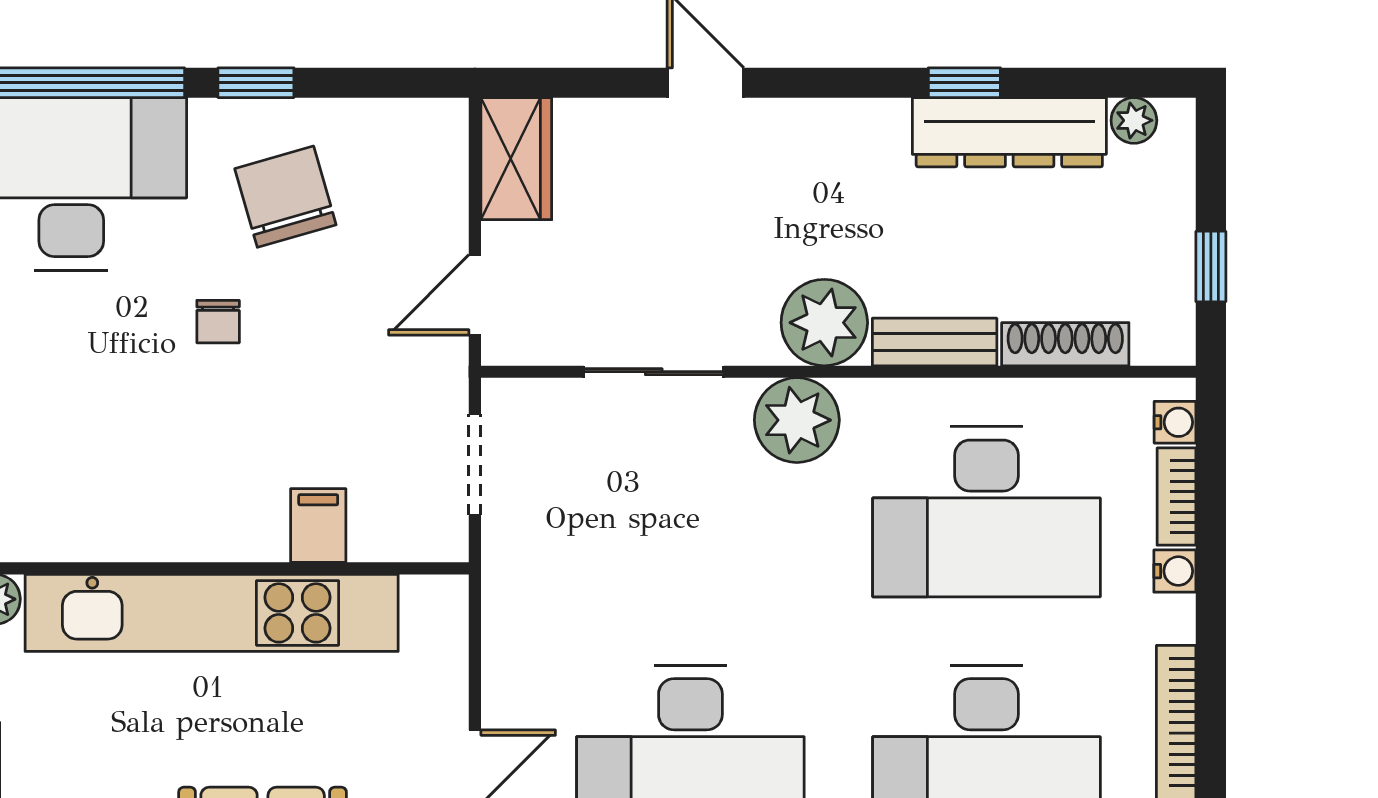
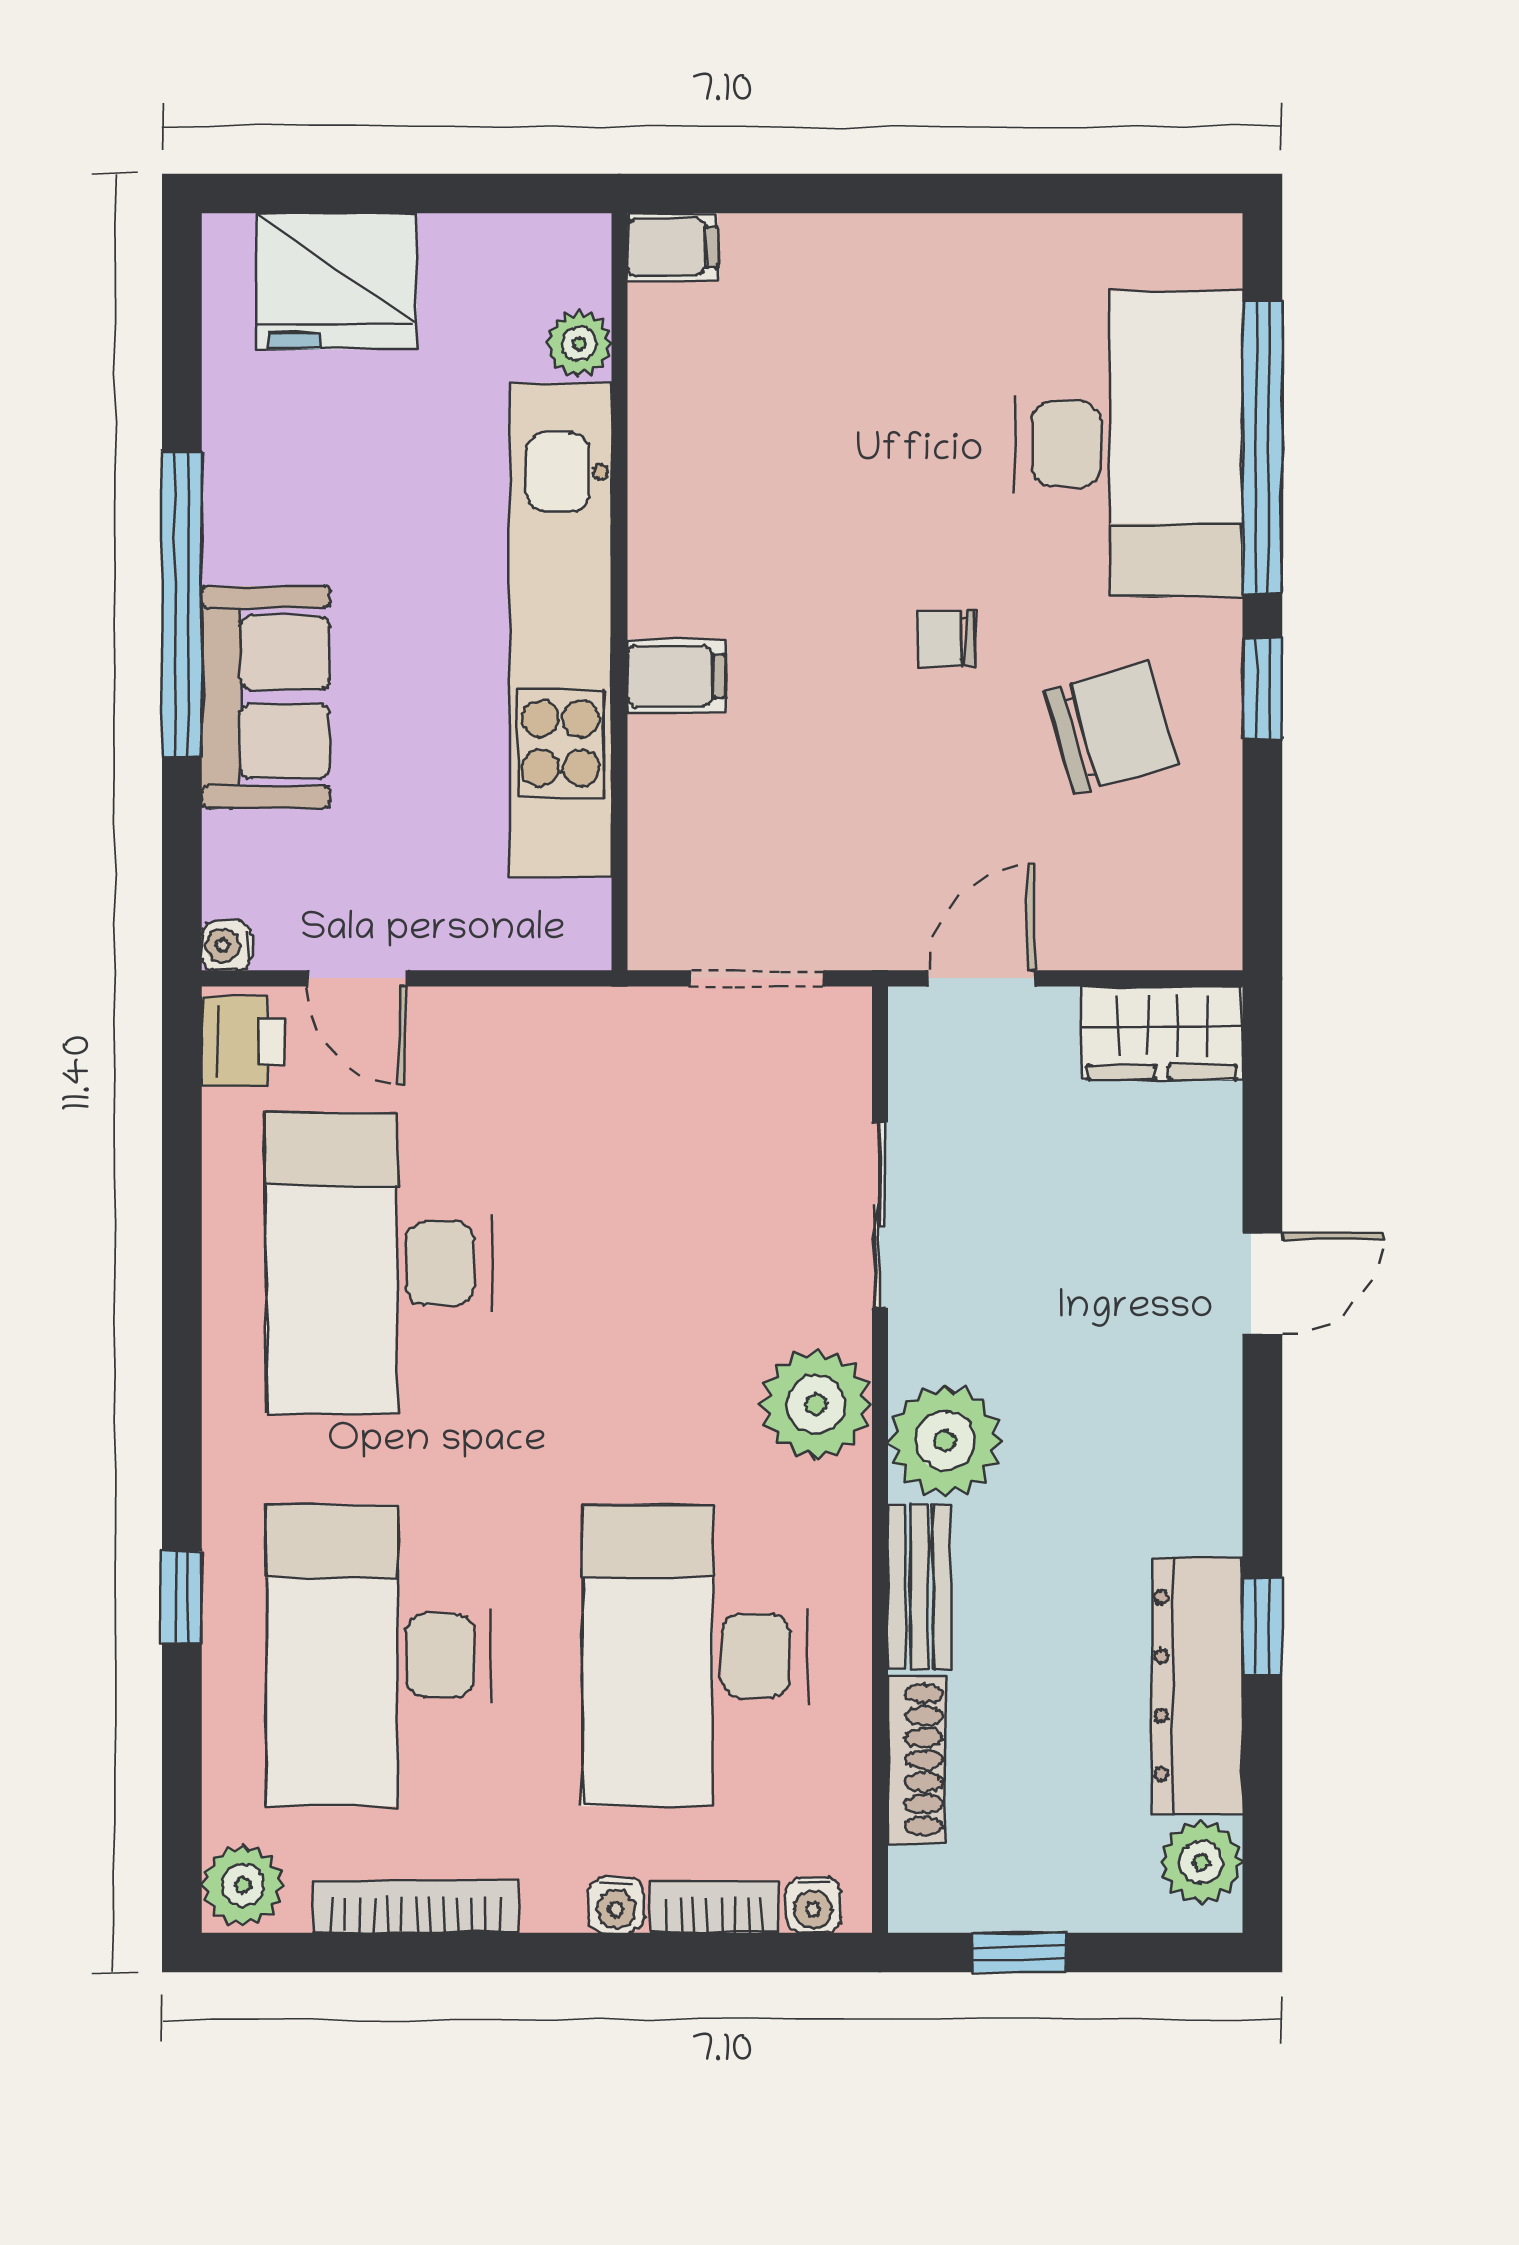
plant: (1134, 120) -> (1201, 1862), width x1.38, depth x1.38
door: (475, 295) -> (982, 978), hinge flipped
filing cabinet: (318, 526) -> (676, 676), moved

